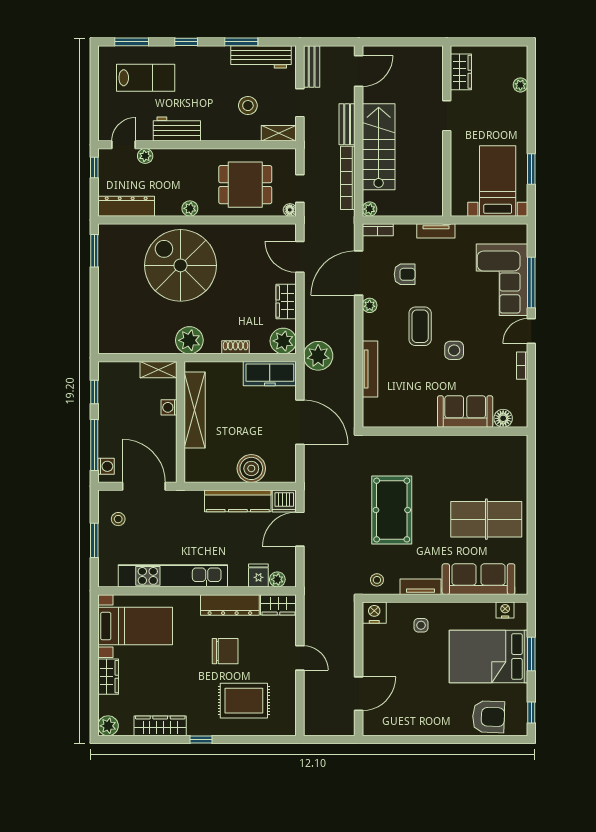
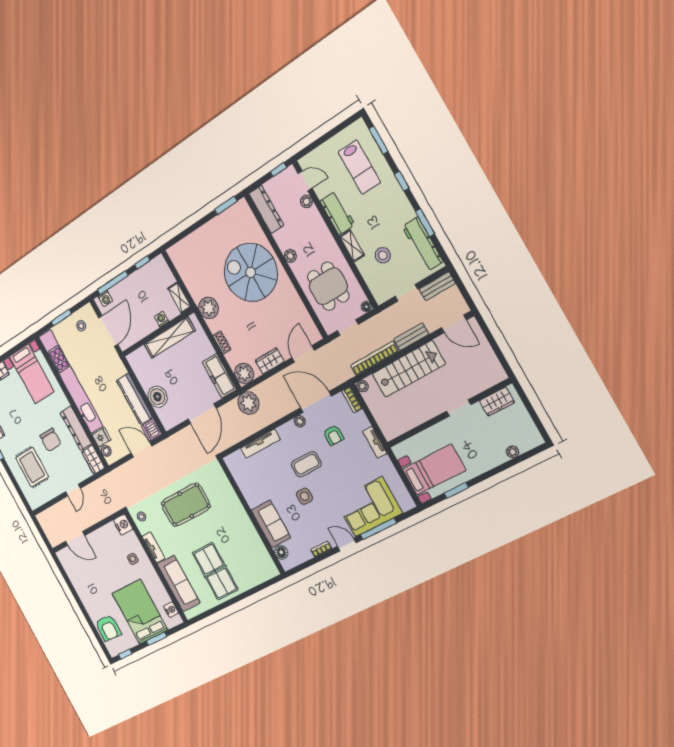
shelving: (279, 133) -> (352, 246), moved
floor lamp: (290, 210) -> (366, 307), moved
spiral stairs: (180, 265) -> (251, 272), turned -90
kitchen unit: (173, 576) -> (71, 381), width x1.36

